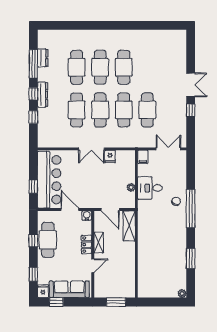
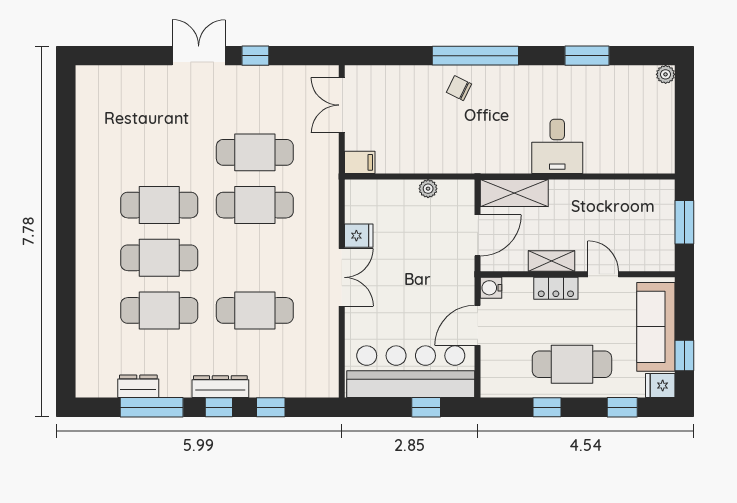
cafe table: (100, 110) -> (255, 258), removed
desk: (150, 188) -> (557, 146), moved
cafe table: (48, 240) -> (572, 364), moved

